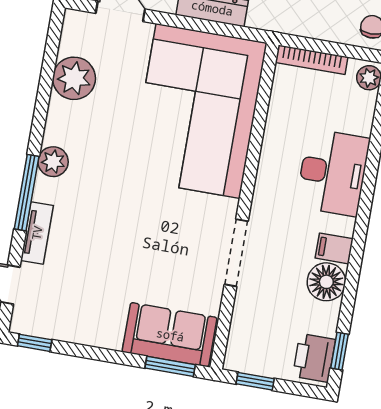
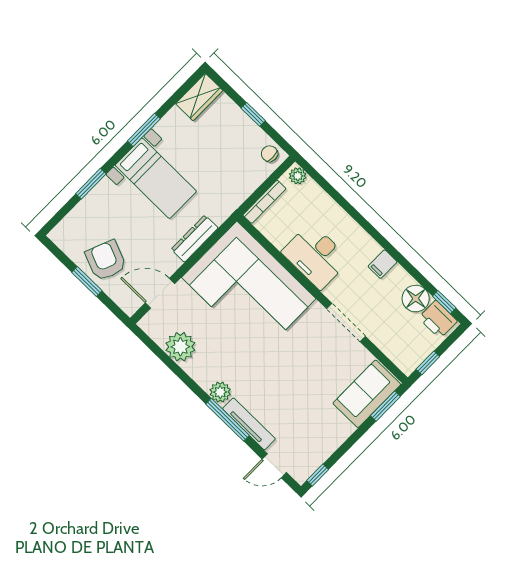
desk: (333, 172) -> (316, 256), moved, turned 180
tv unit: (37, 233) -> (249, 424), width x1.41
floor lamp: (326, 282) -> (416, 299), moved

